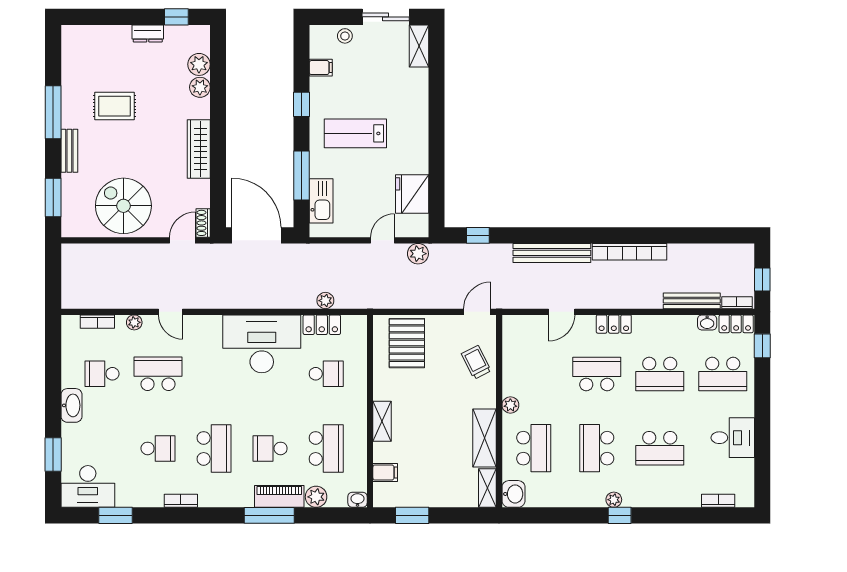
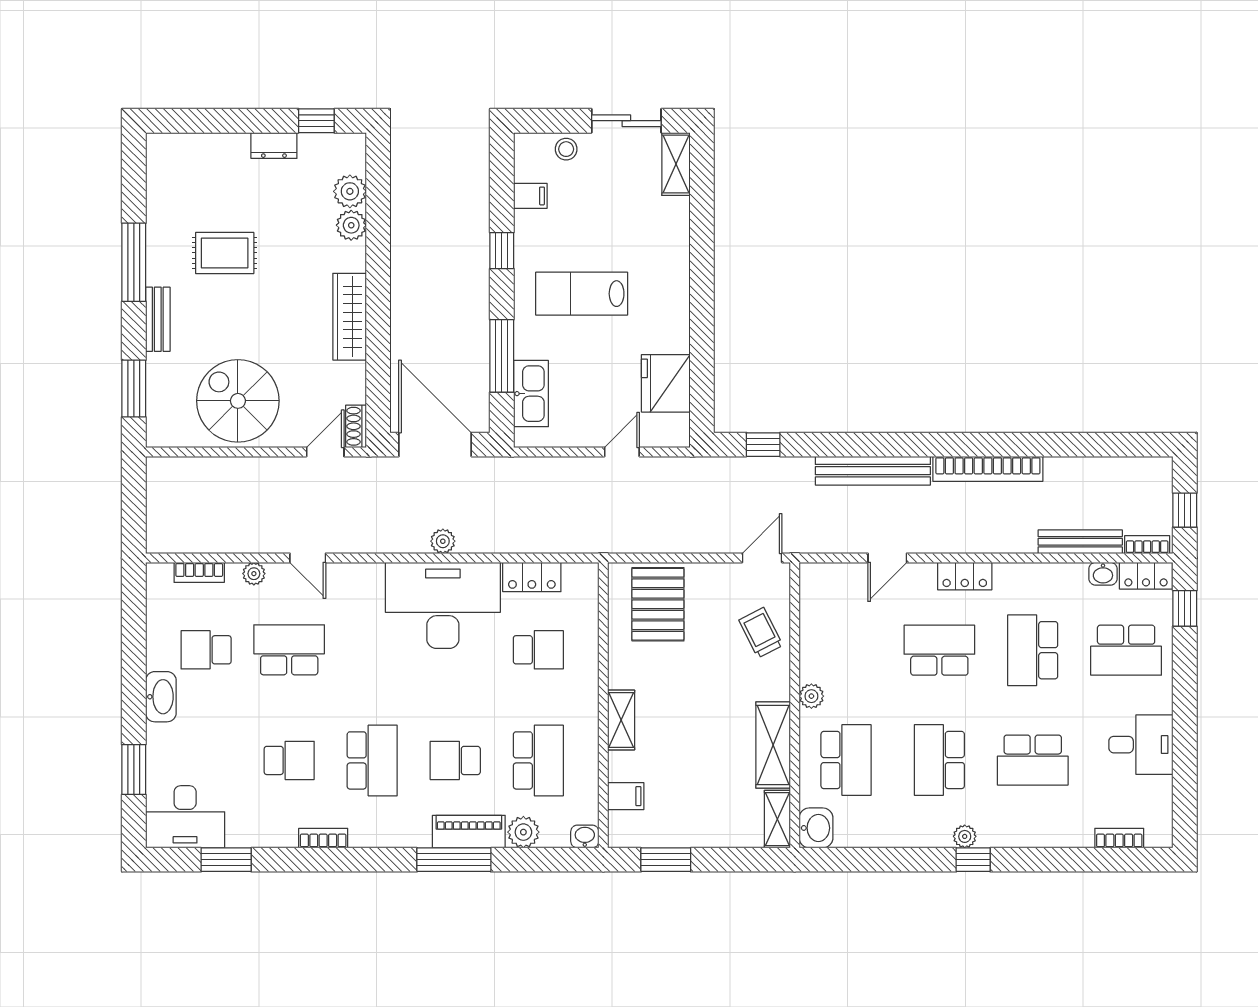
plant: (418, 254) -> (674, 472), removed
plant: (325, 301) -> (443, 541), moved
school desk: (660, 374) -> (1033, 650), turned 90

